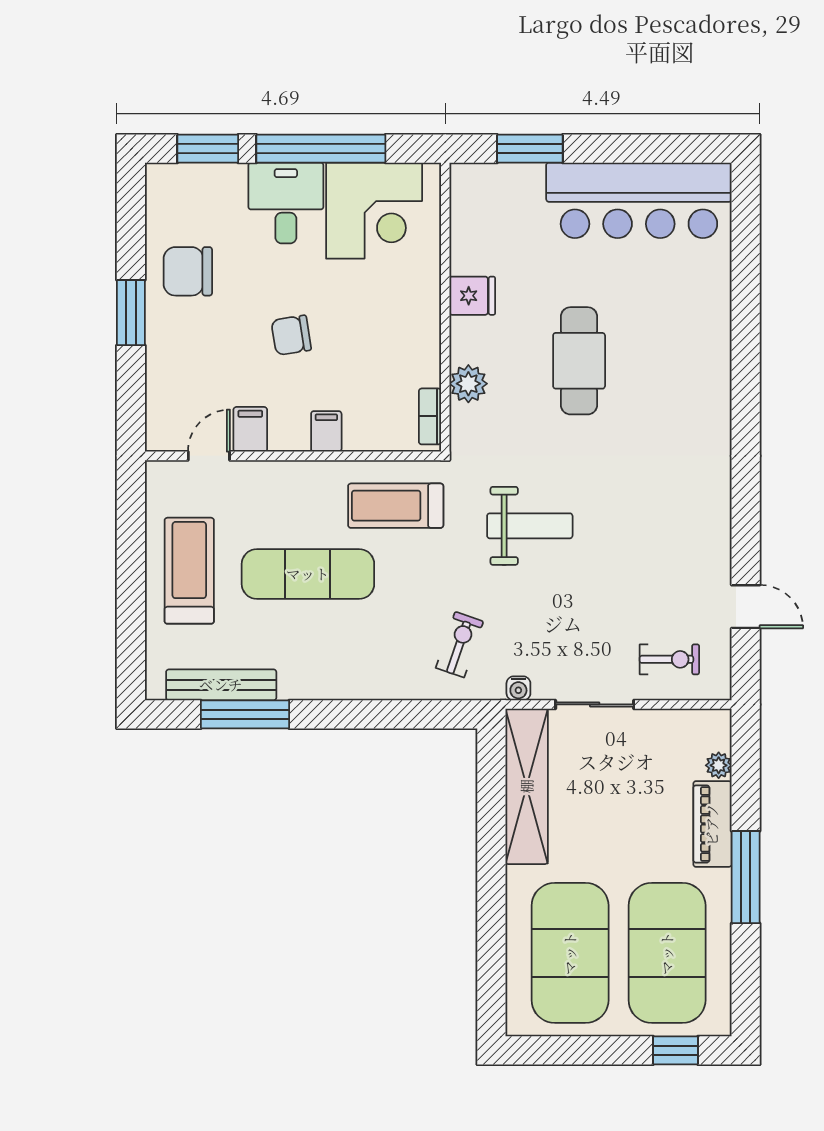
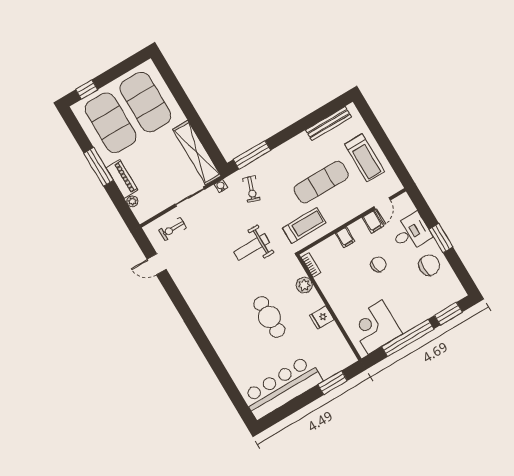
desk: (286, 203) -> (411, 233), moved, turned -90
window: (245, 714) -> (252, 155), moved

